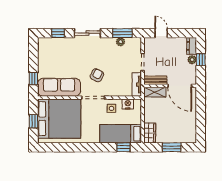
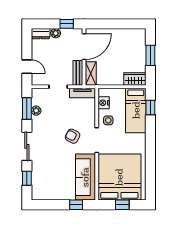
door: (161, 33) -> (27, 67), swing flipped
window: (201, 60) -> (67, 24), moved

